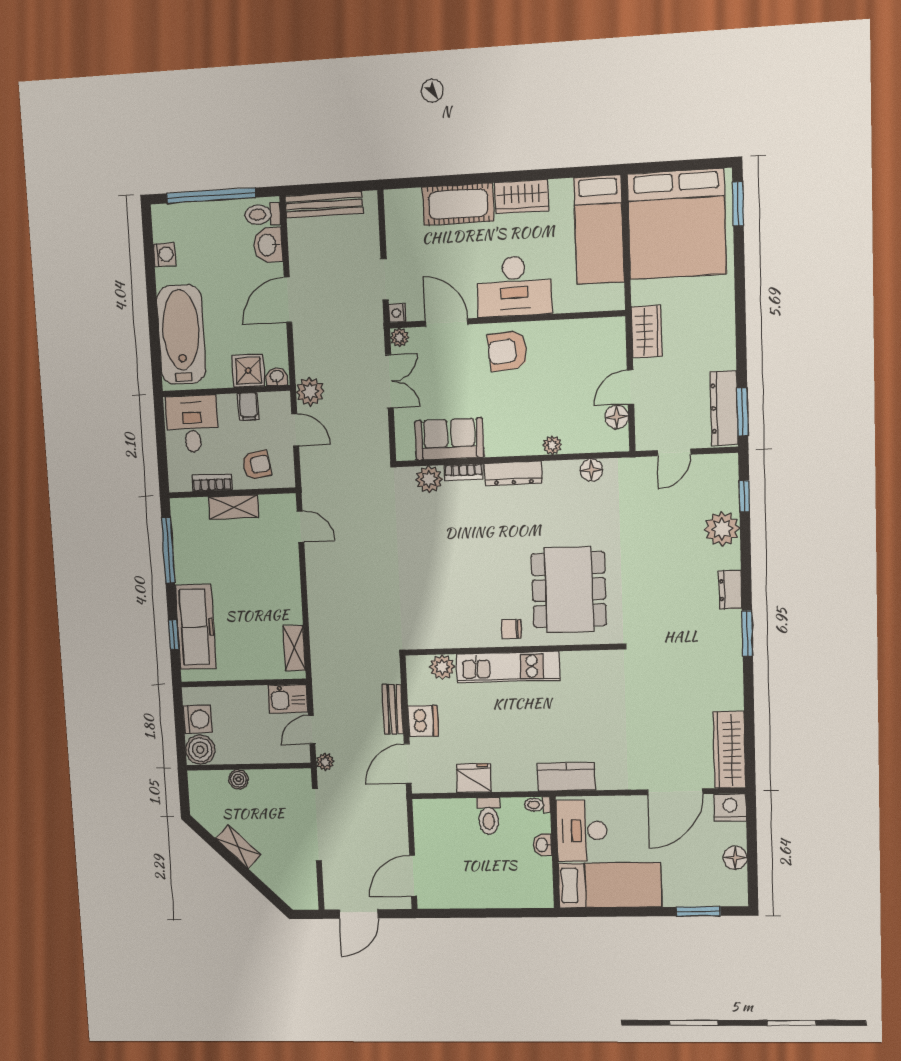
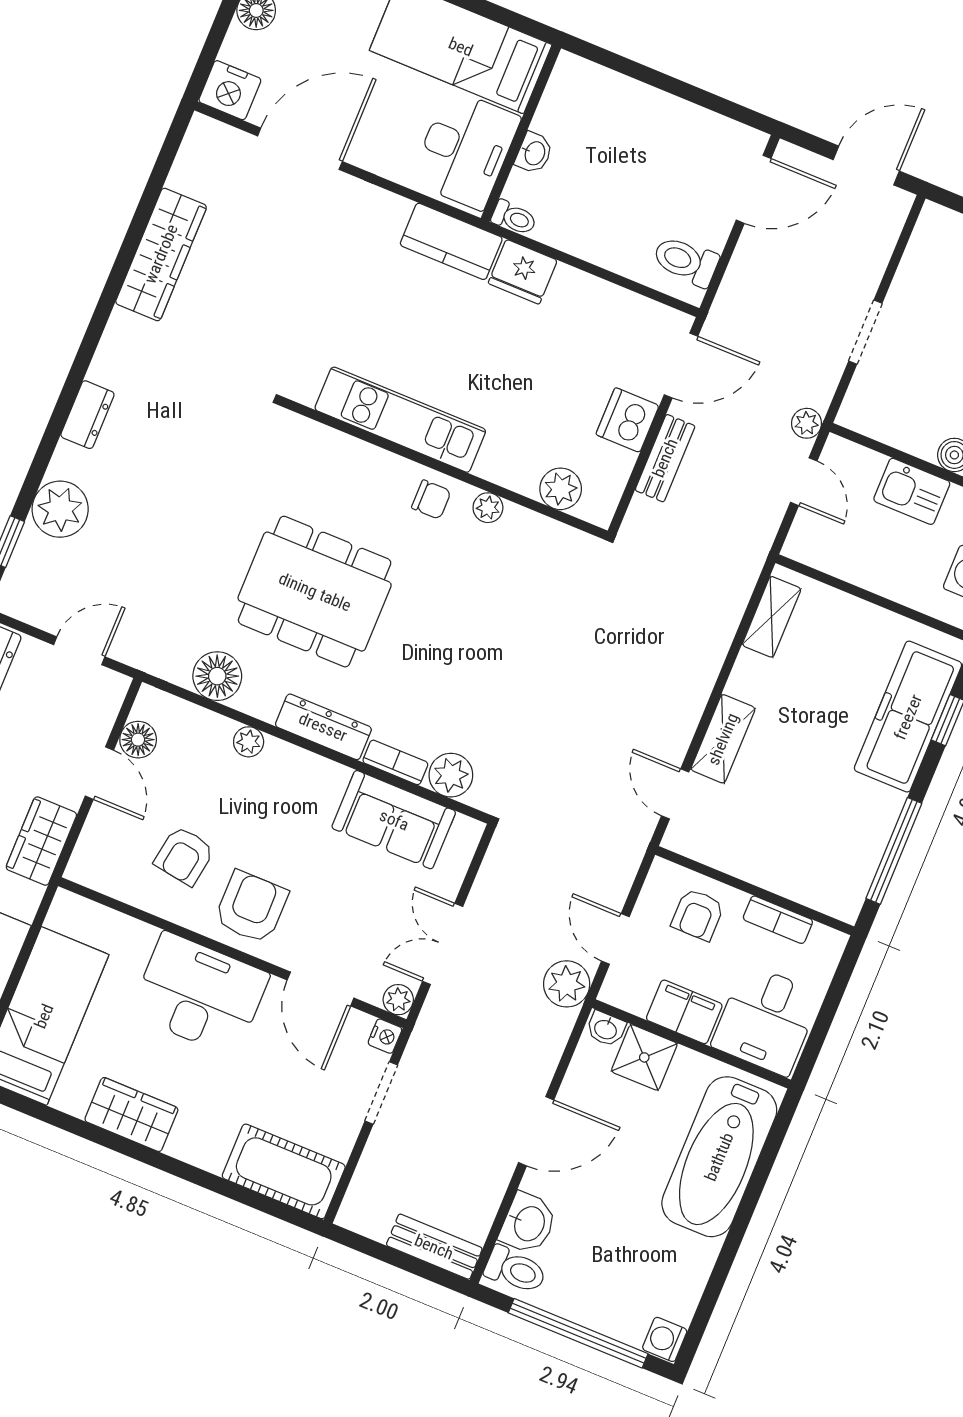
cot: (458, 204) -> (284, 1171), moved
bench: (324, 205) -> (434, 1247), width x0.73
washing machine: (164, 254) -> (665, 1339), moved
armchair: (508, 351) -> (251, 907), turned -85
armchair: (559, 362) -> (184, 856), added
door: (630, 387) -> (99, 773), hinge flipped
filing cabinet: (248, 406) -> (684, 1012), width x2.00
armchair: (257, 465) -> (698, 915), turned -81
floor lamp: (591, 470) -> (217, 676), width x1.38, depth x1.38
shelving: (234, 507) -> (723, 739), moved, turned 90
dining table: (569, 590) -> (315, 592), moved, turned 90
window: (747, 633) -> (91, 340), removed
plant: (478, 639) -> (488, 508), added
kitchen unit: (508, 667) -> (400, 420), moved
kitchen sink: (288, 699) -> (912, 491), moved, turned 180
door: (312, 730) -> (804, 482), hinge flipped
wardrobe: (729, 750) -> (161, 254), moved
fridge: (474, 778) -> (523, 272), moved
toilet: (489, 816) -> (686, 261), moved, turned -90
doorway: (317, 825) -> (865, 332), width x0.53

